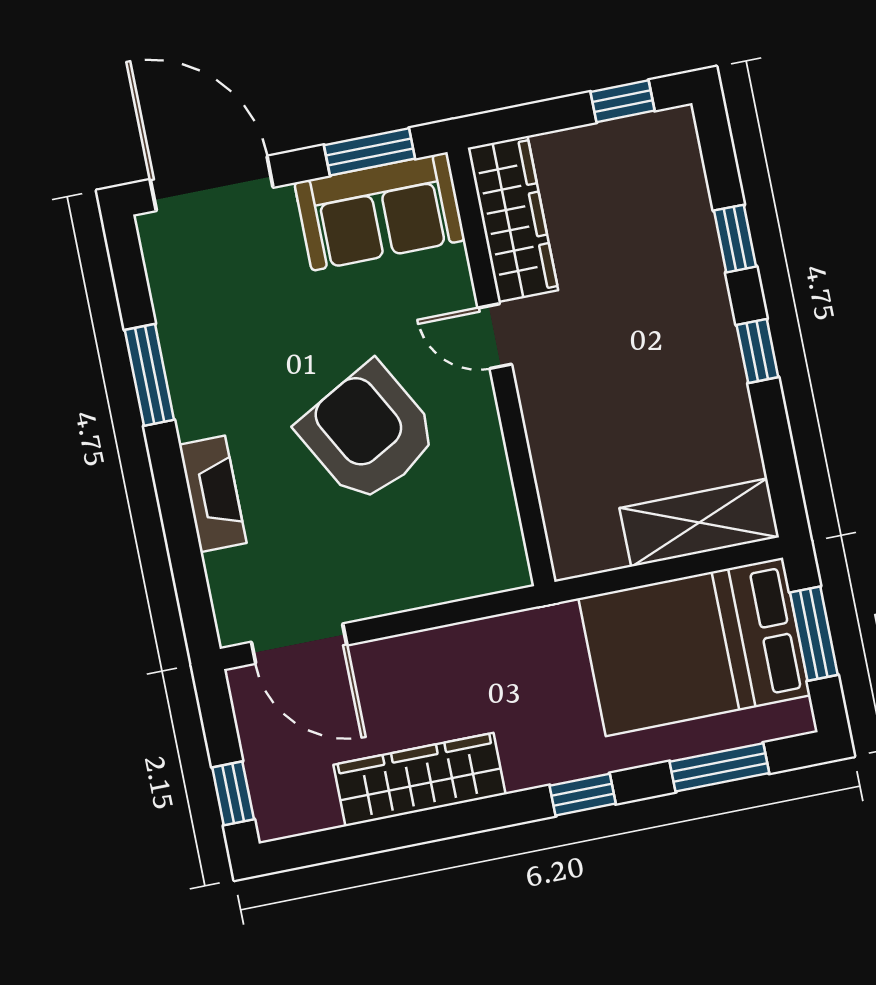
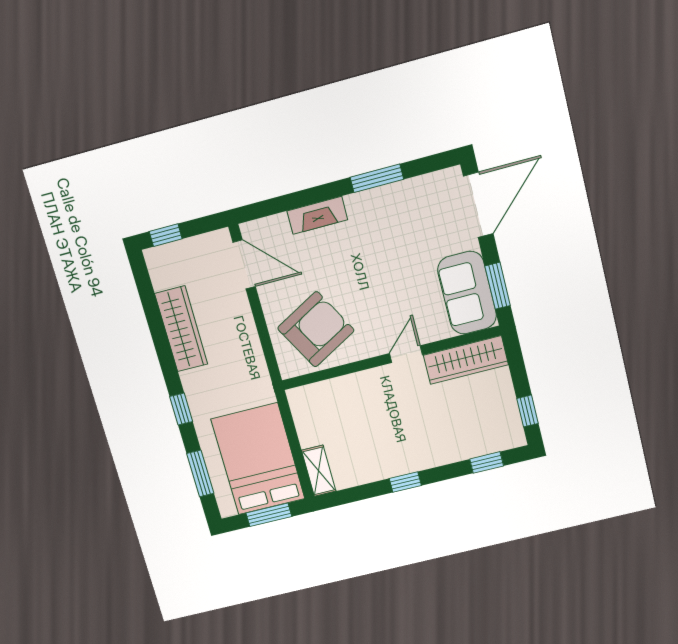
window: (735, 239) -> (487, 462), moved
armchair: (368, 433) -> (316, 329), moved
shelving: (699, 523) -> (319, 471), width x0.67, depth x0.75
door: (299, 644) -> (244, 264), swing flipped

